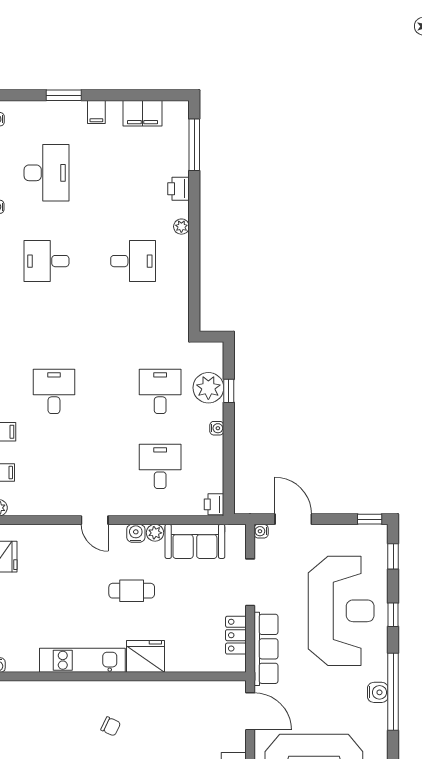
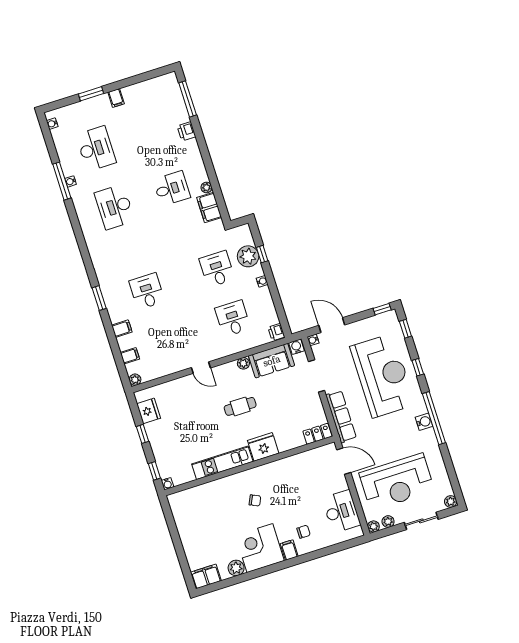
filing cabinet: (143, 113) -> (209, 207), moved, turned 90
plant: (181, 227) -> (206, 187), moved
desk: (47, 261) -> (115, 207), width x1.37
water cooler: (136, 533) -> (296, 347), moved
locker: (236, 635) -> (317, 434), moved, turned 90

